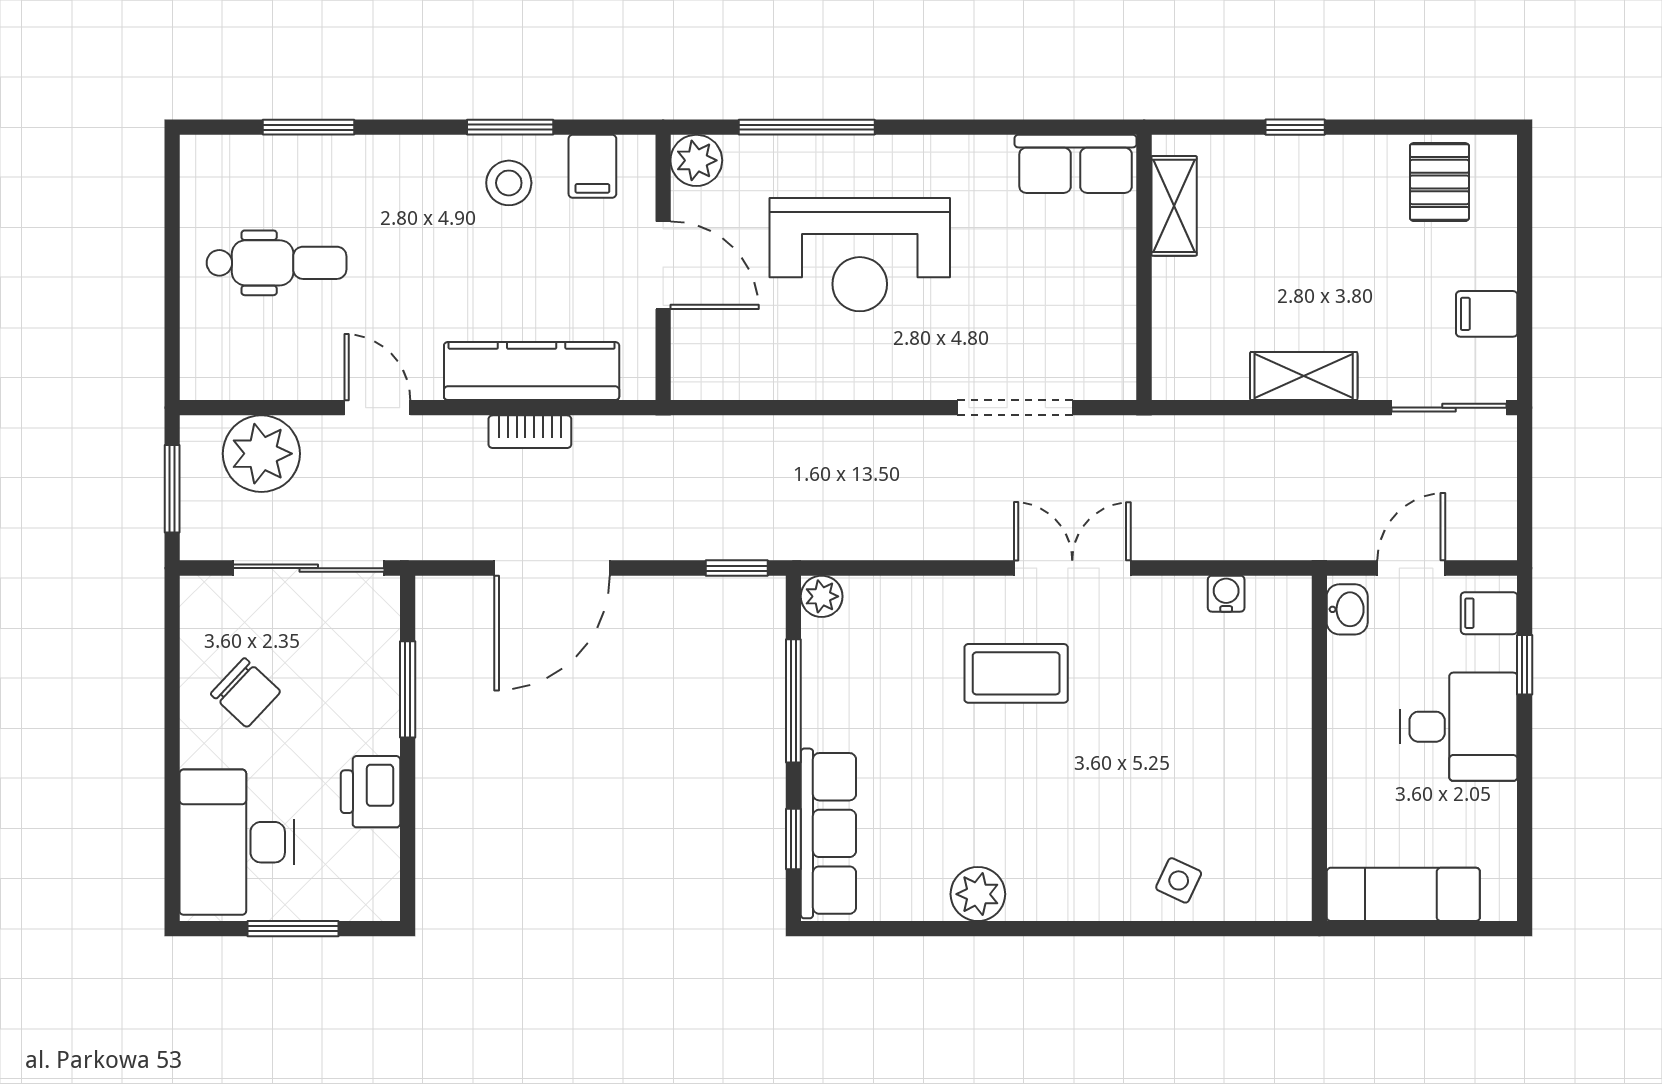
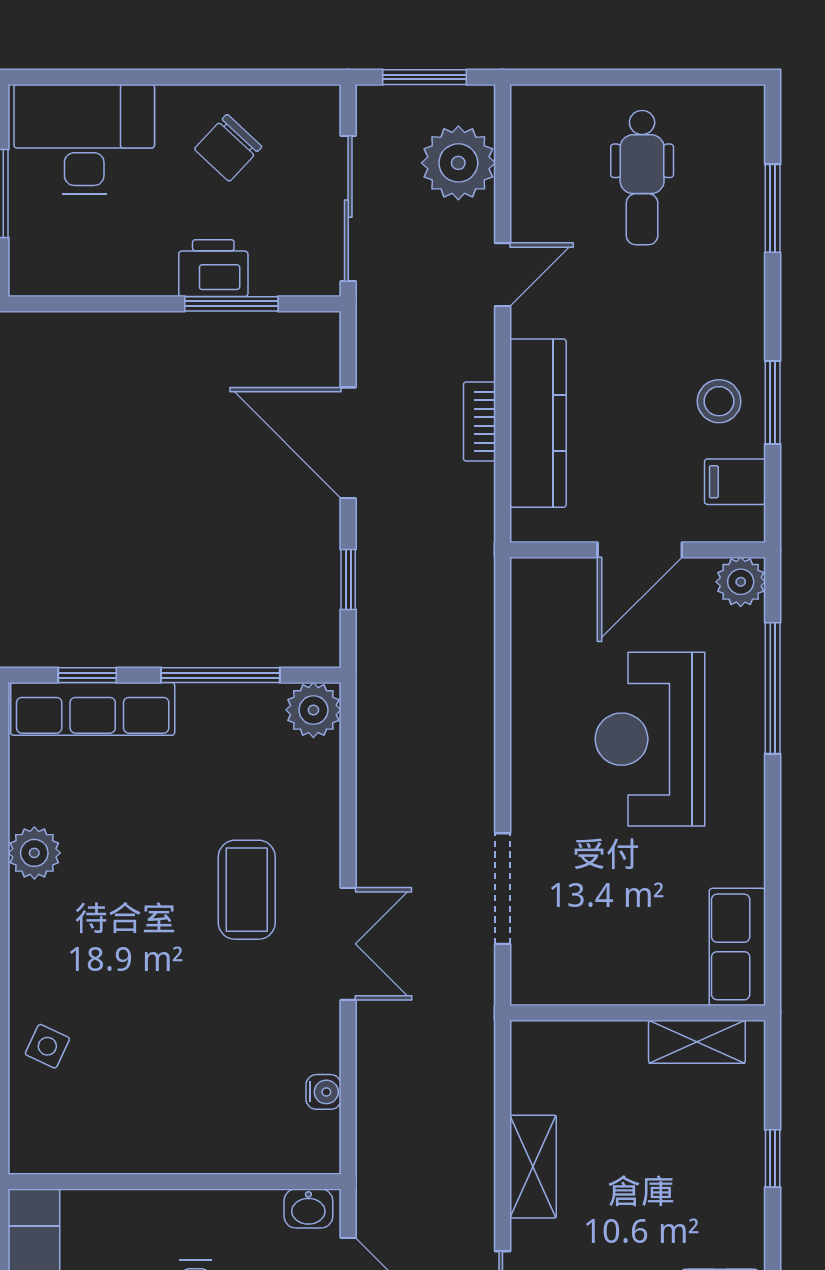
window: (737, 568) -> (348, 580), moved
plant: (822, 596) -> (313, 710), width x1.38, depth x1.38
printer: (371, 792) -> (213, 268), moved

